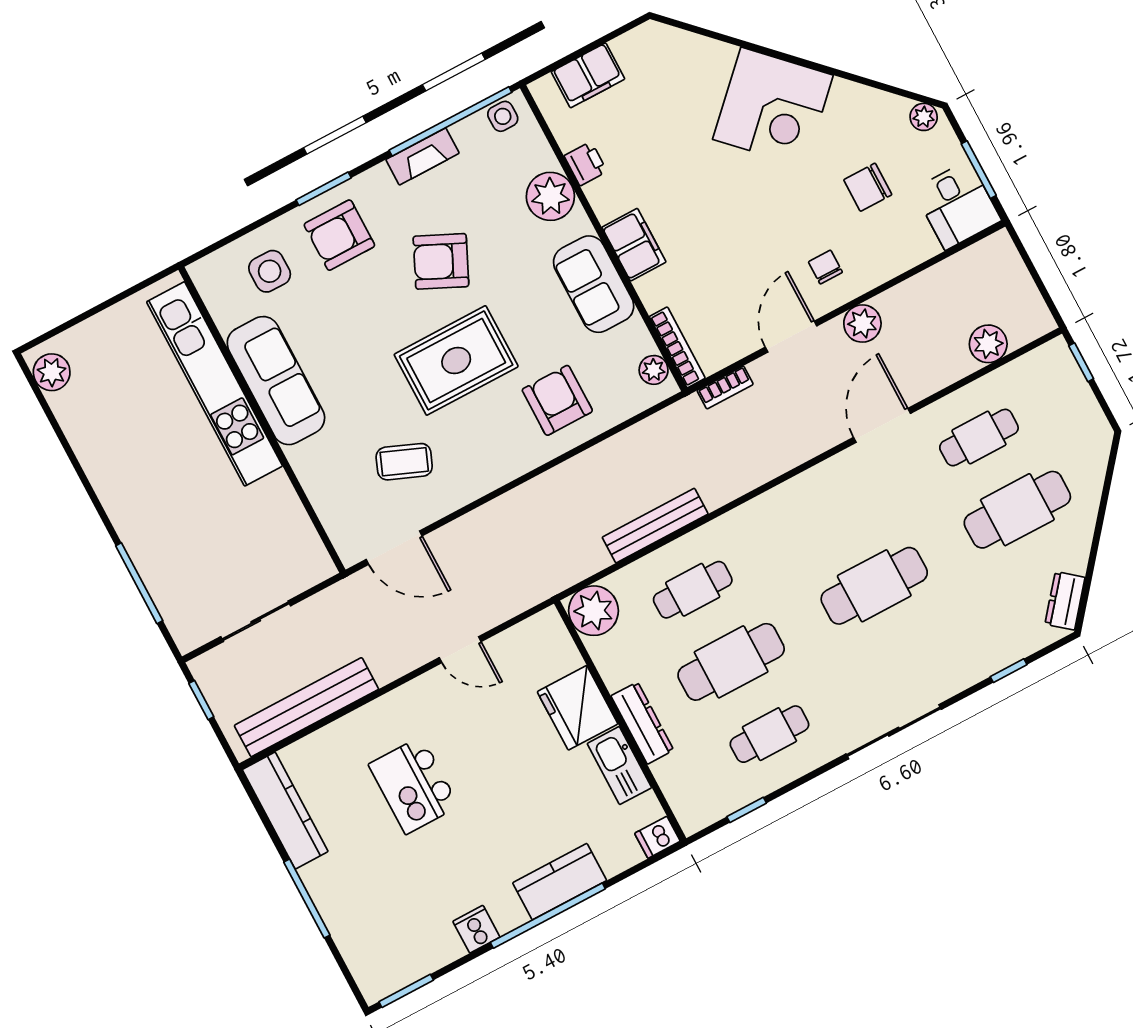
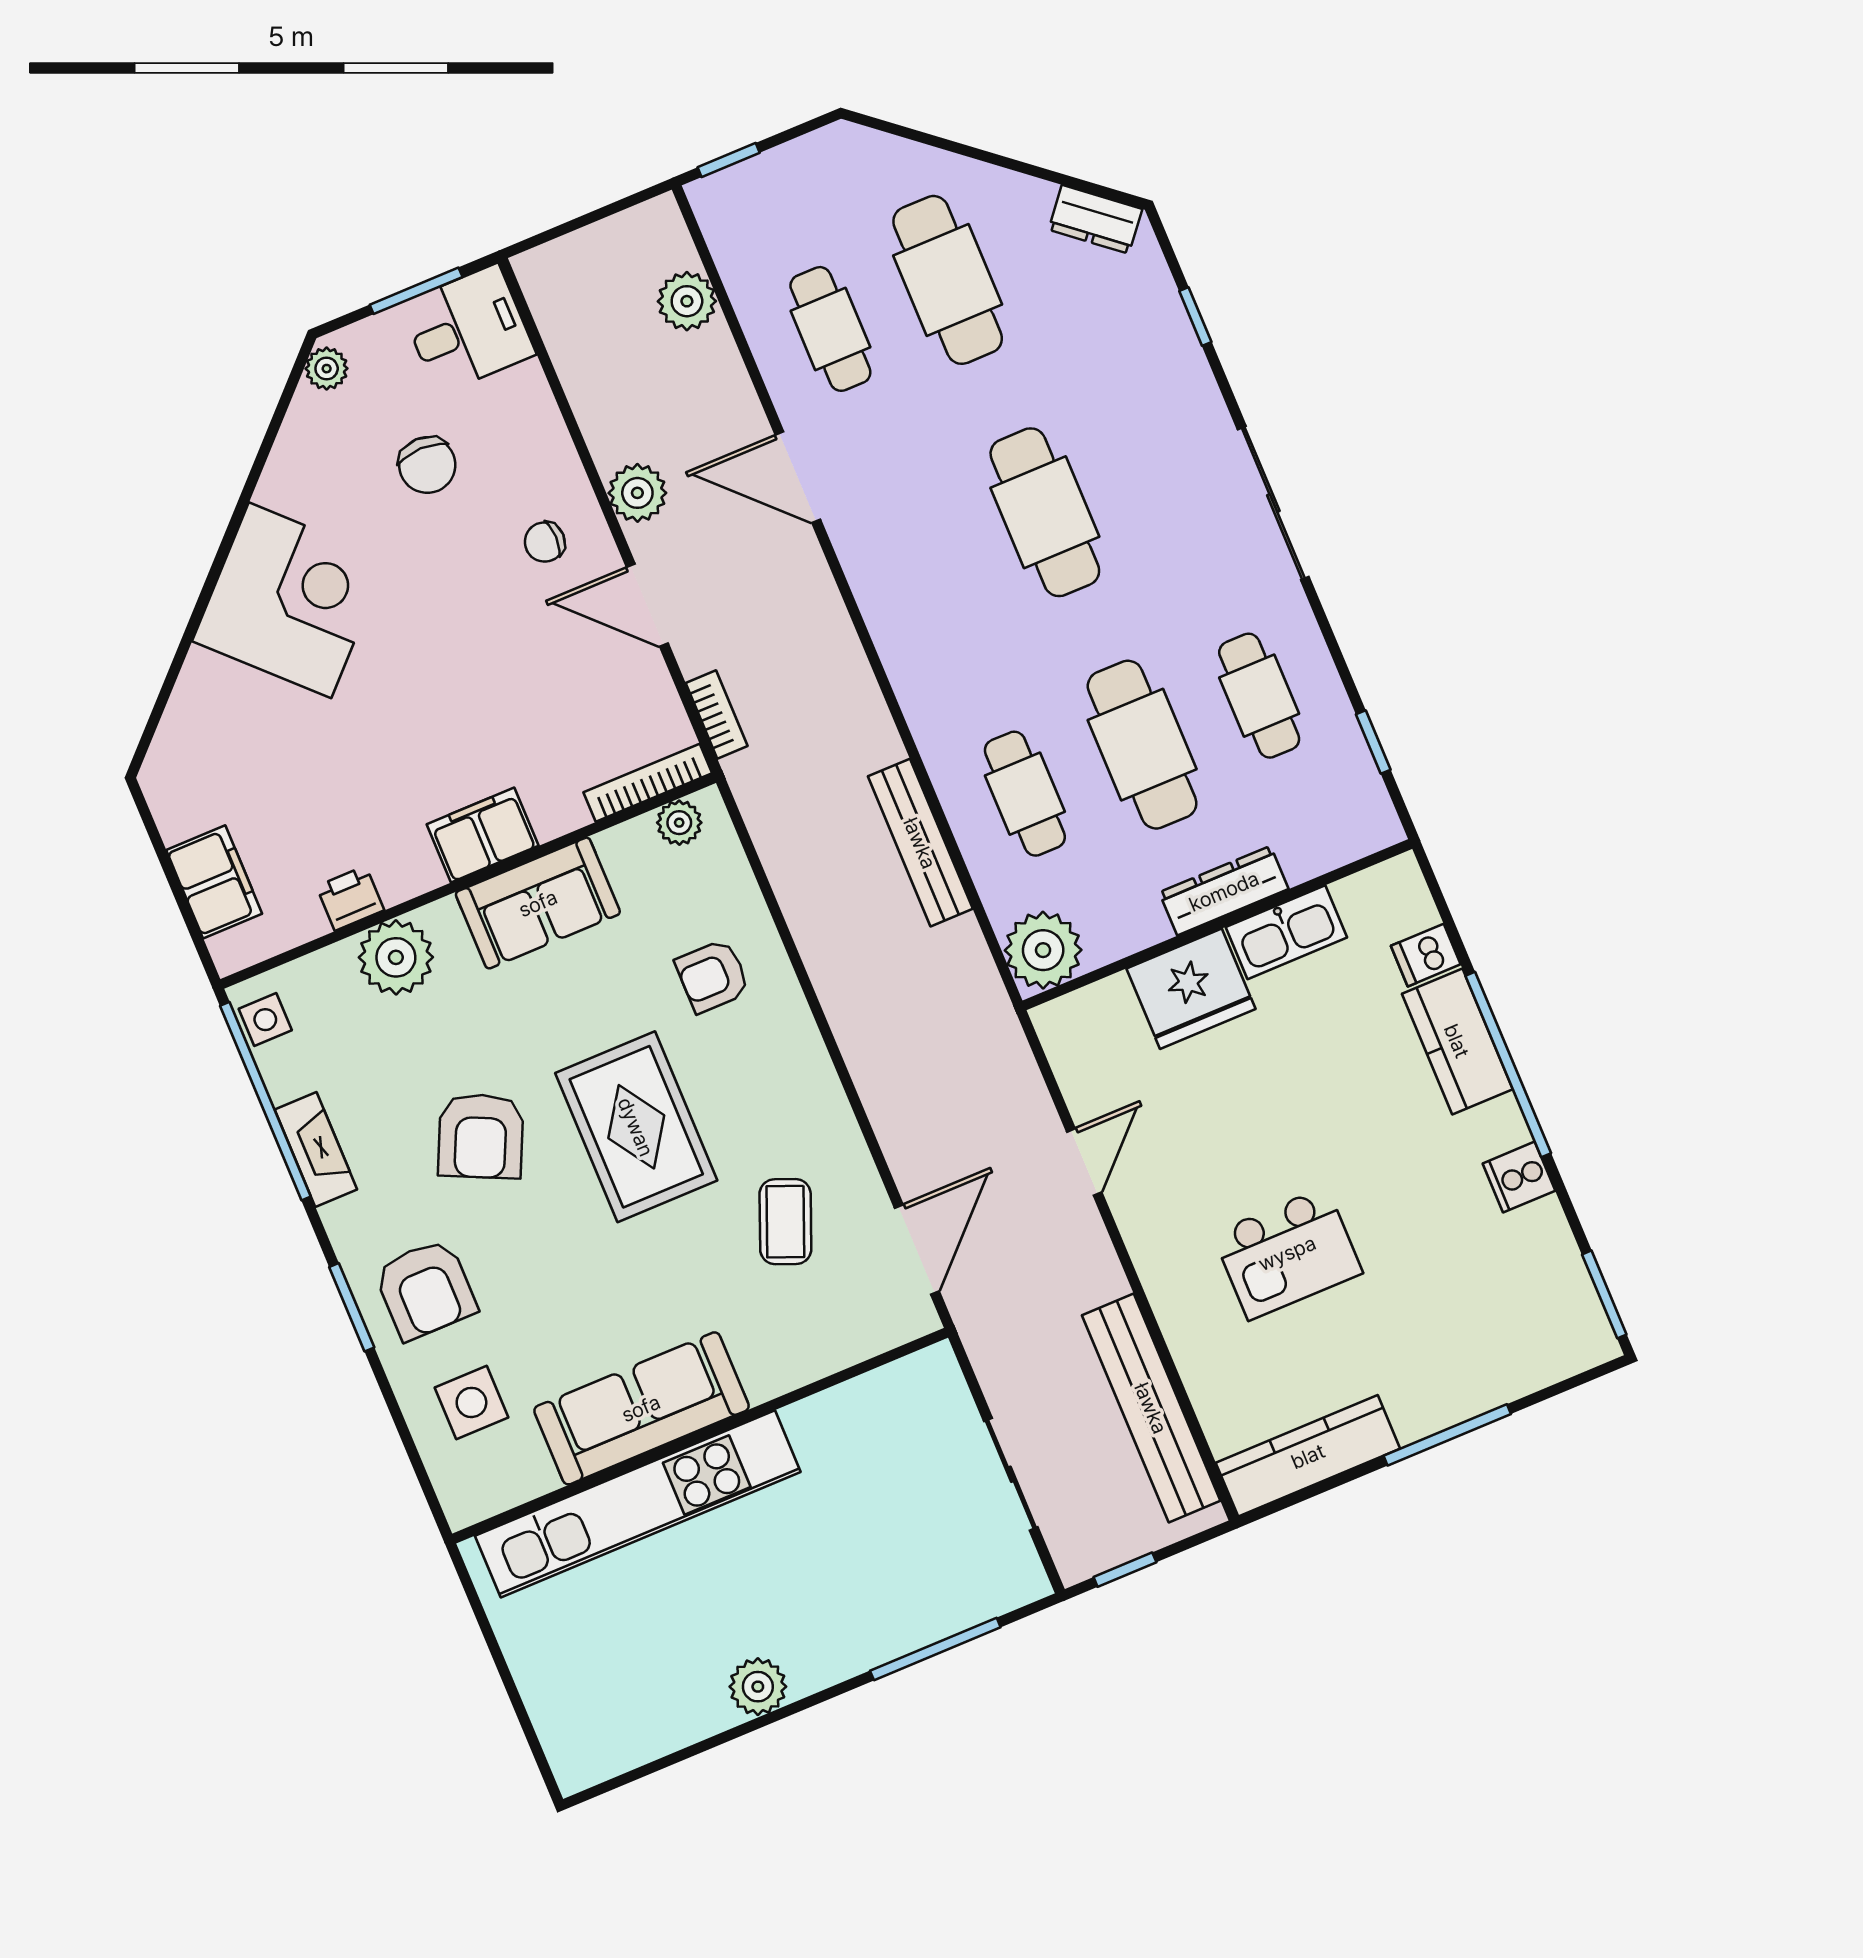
plant: (52, 372) -> (758, 1687), moved
armchair: (557, 400) -> (713, 976), width x0.72, depth x0.72
dishwasher: (657, 837) -> (1426, 955), moved, turned 90

